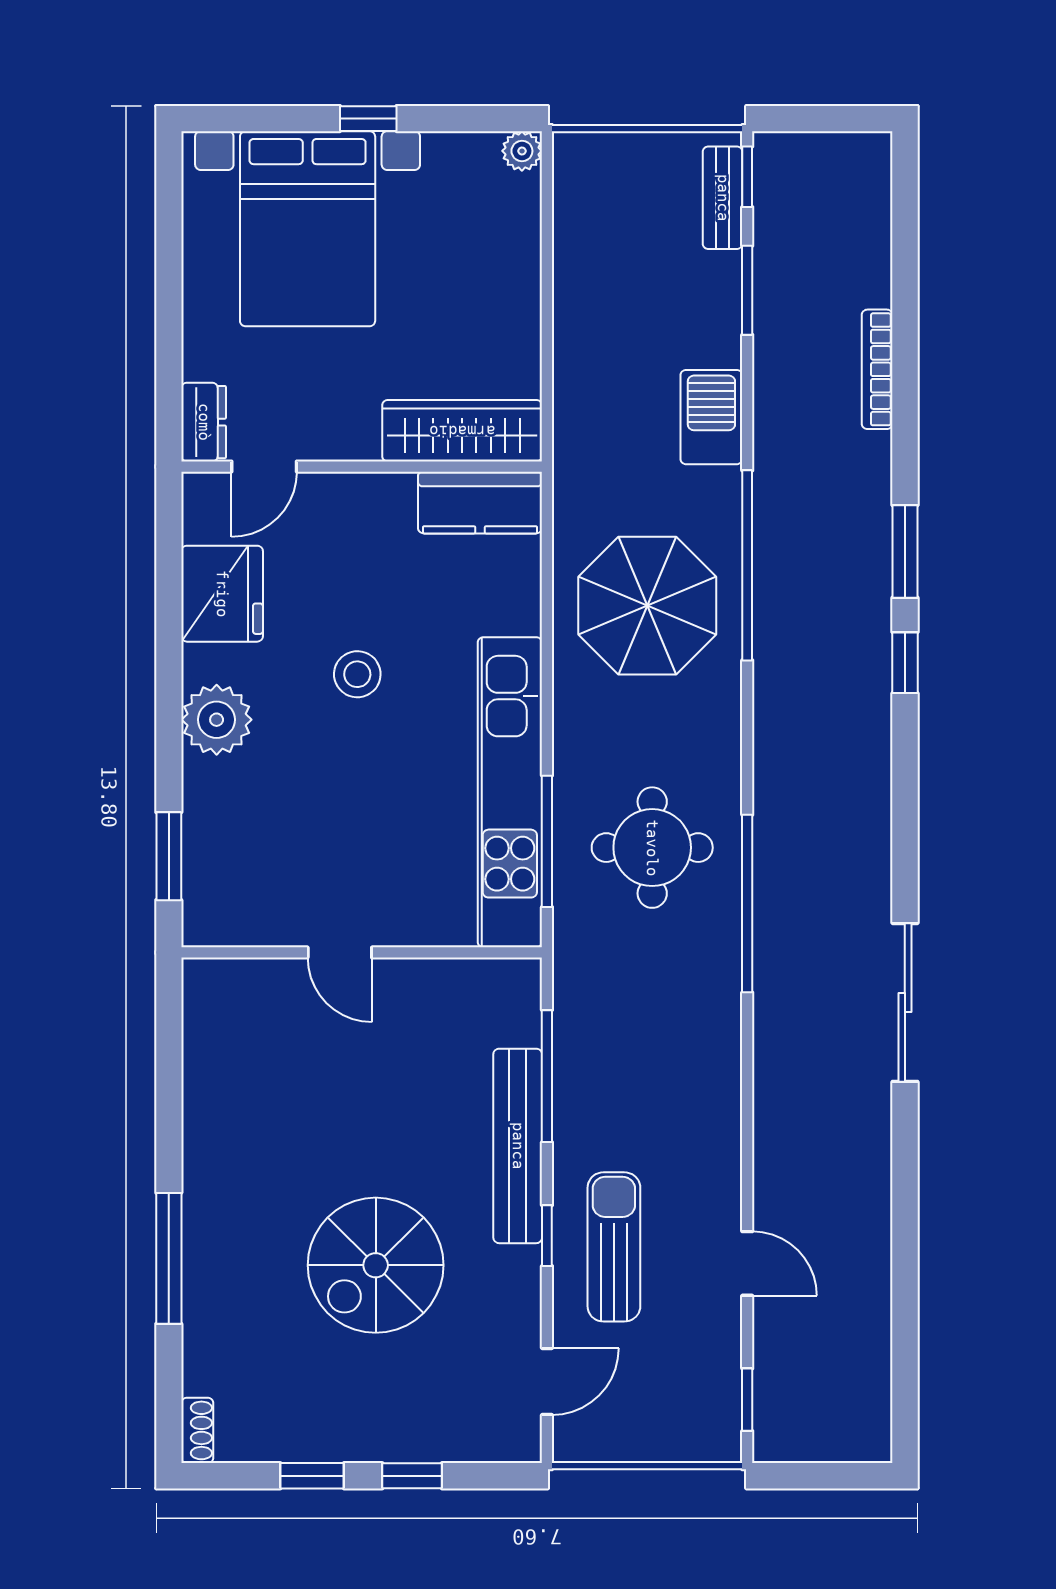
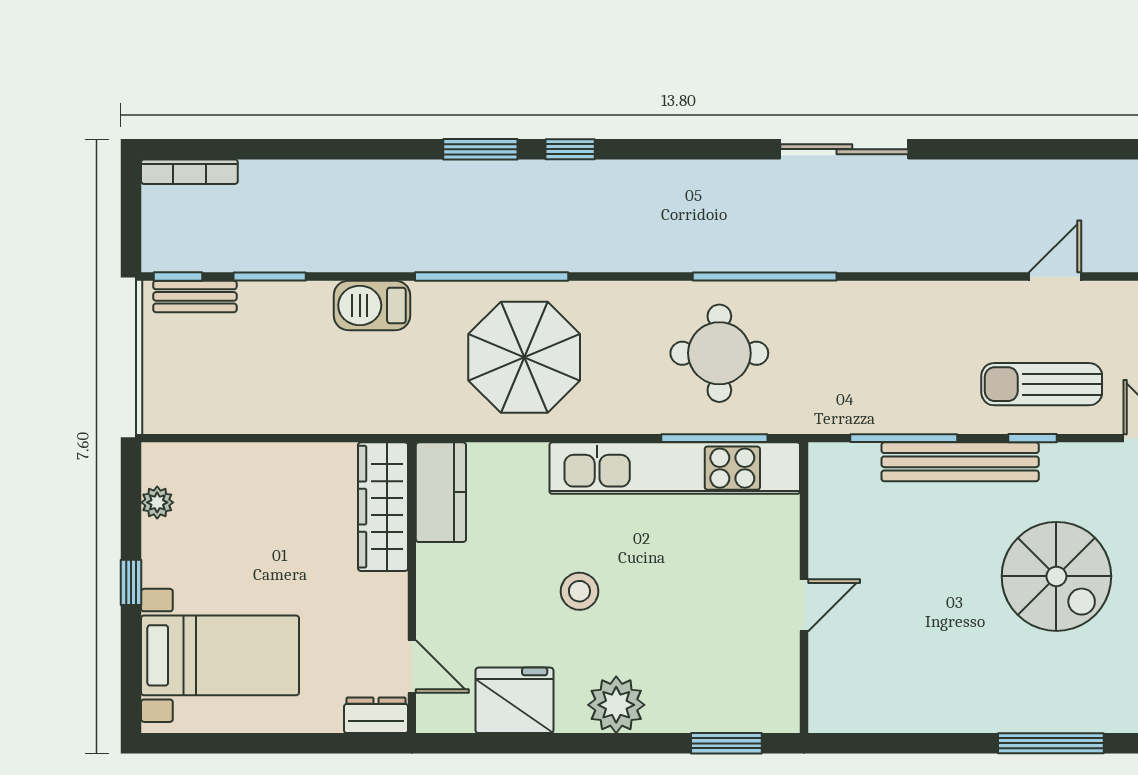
plant: (522, 151) -> (157, 502), moved
bed with nightstands: (308, 229) -> (220, 655), width x0.73
bookcase: (877, 369) -> (189, 172), moved

